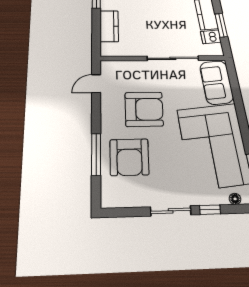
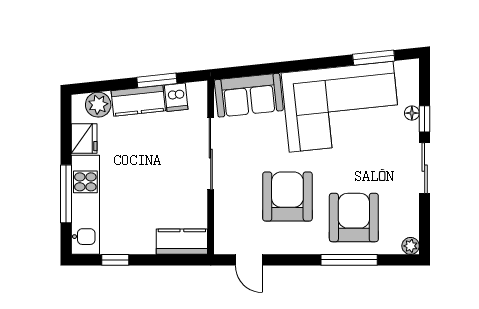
kitchen counter: (109, 26) -> (182, 242), moved
armchair: (129, 157) -> (354, 218), turned -90
floor lamp: (235, 199) -> (412, 113), moved
plant: (107, 202) -> (411, 246), added

